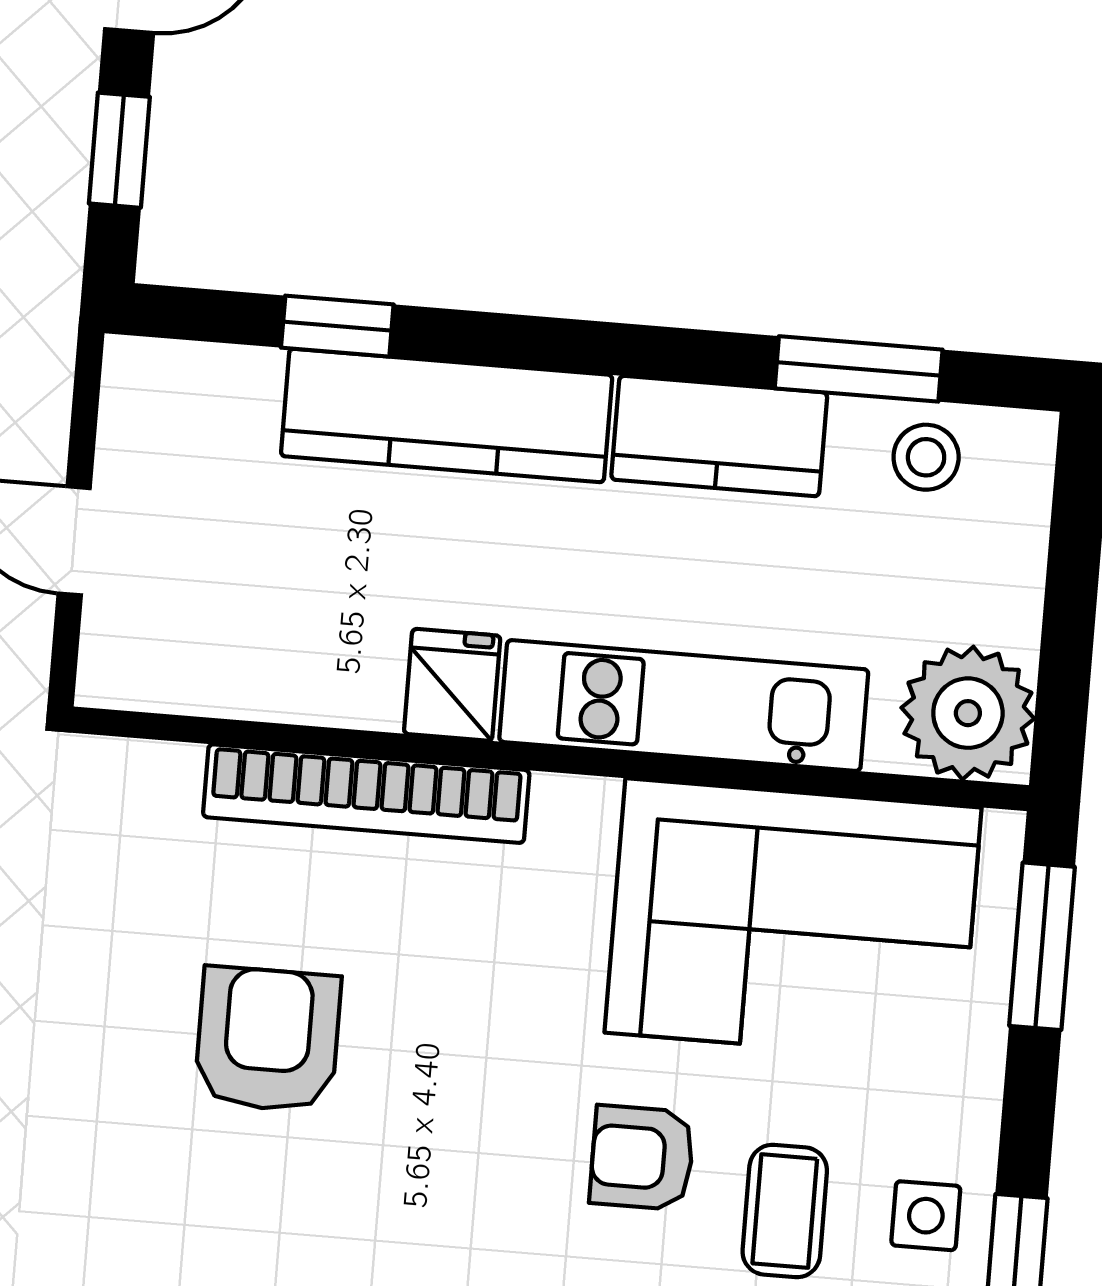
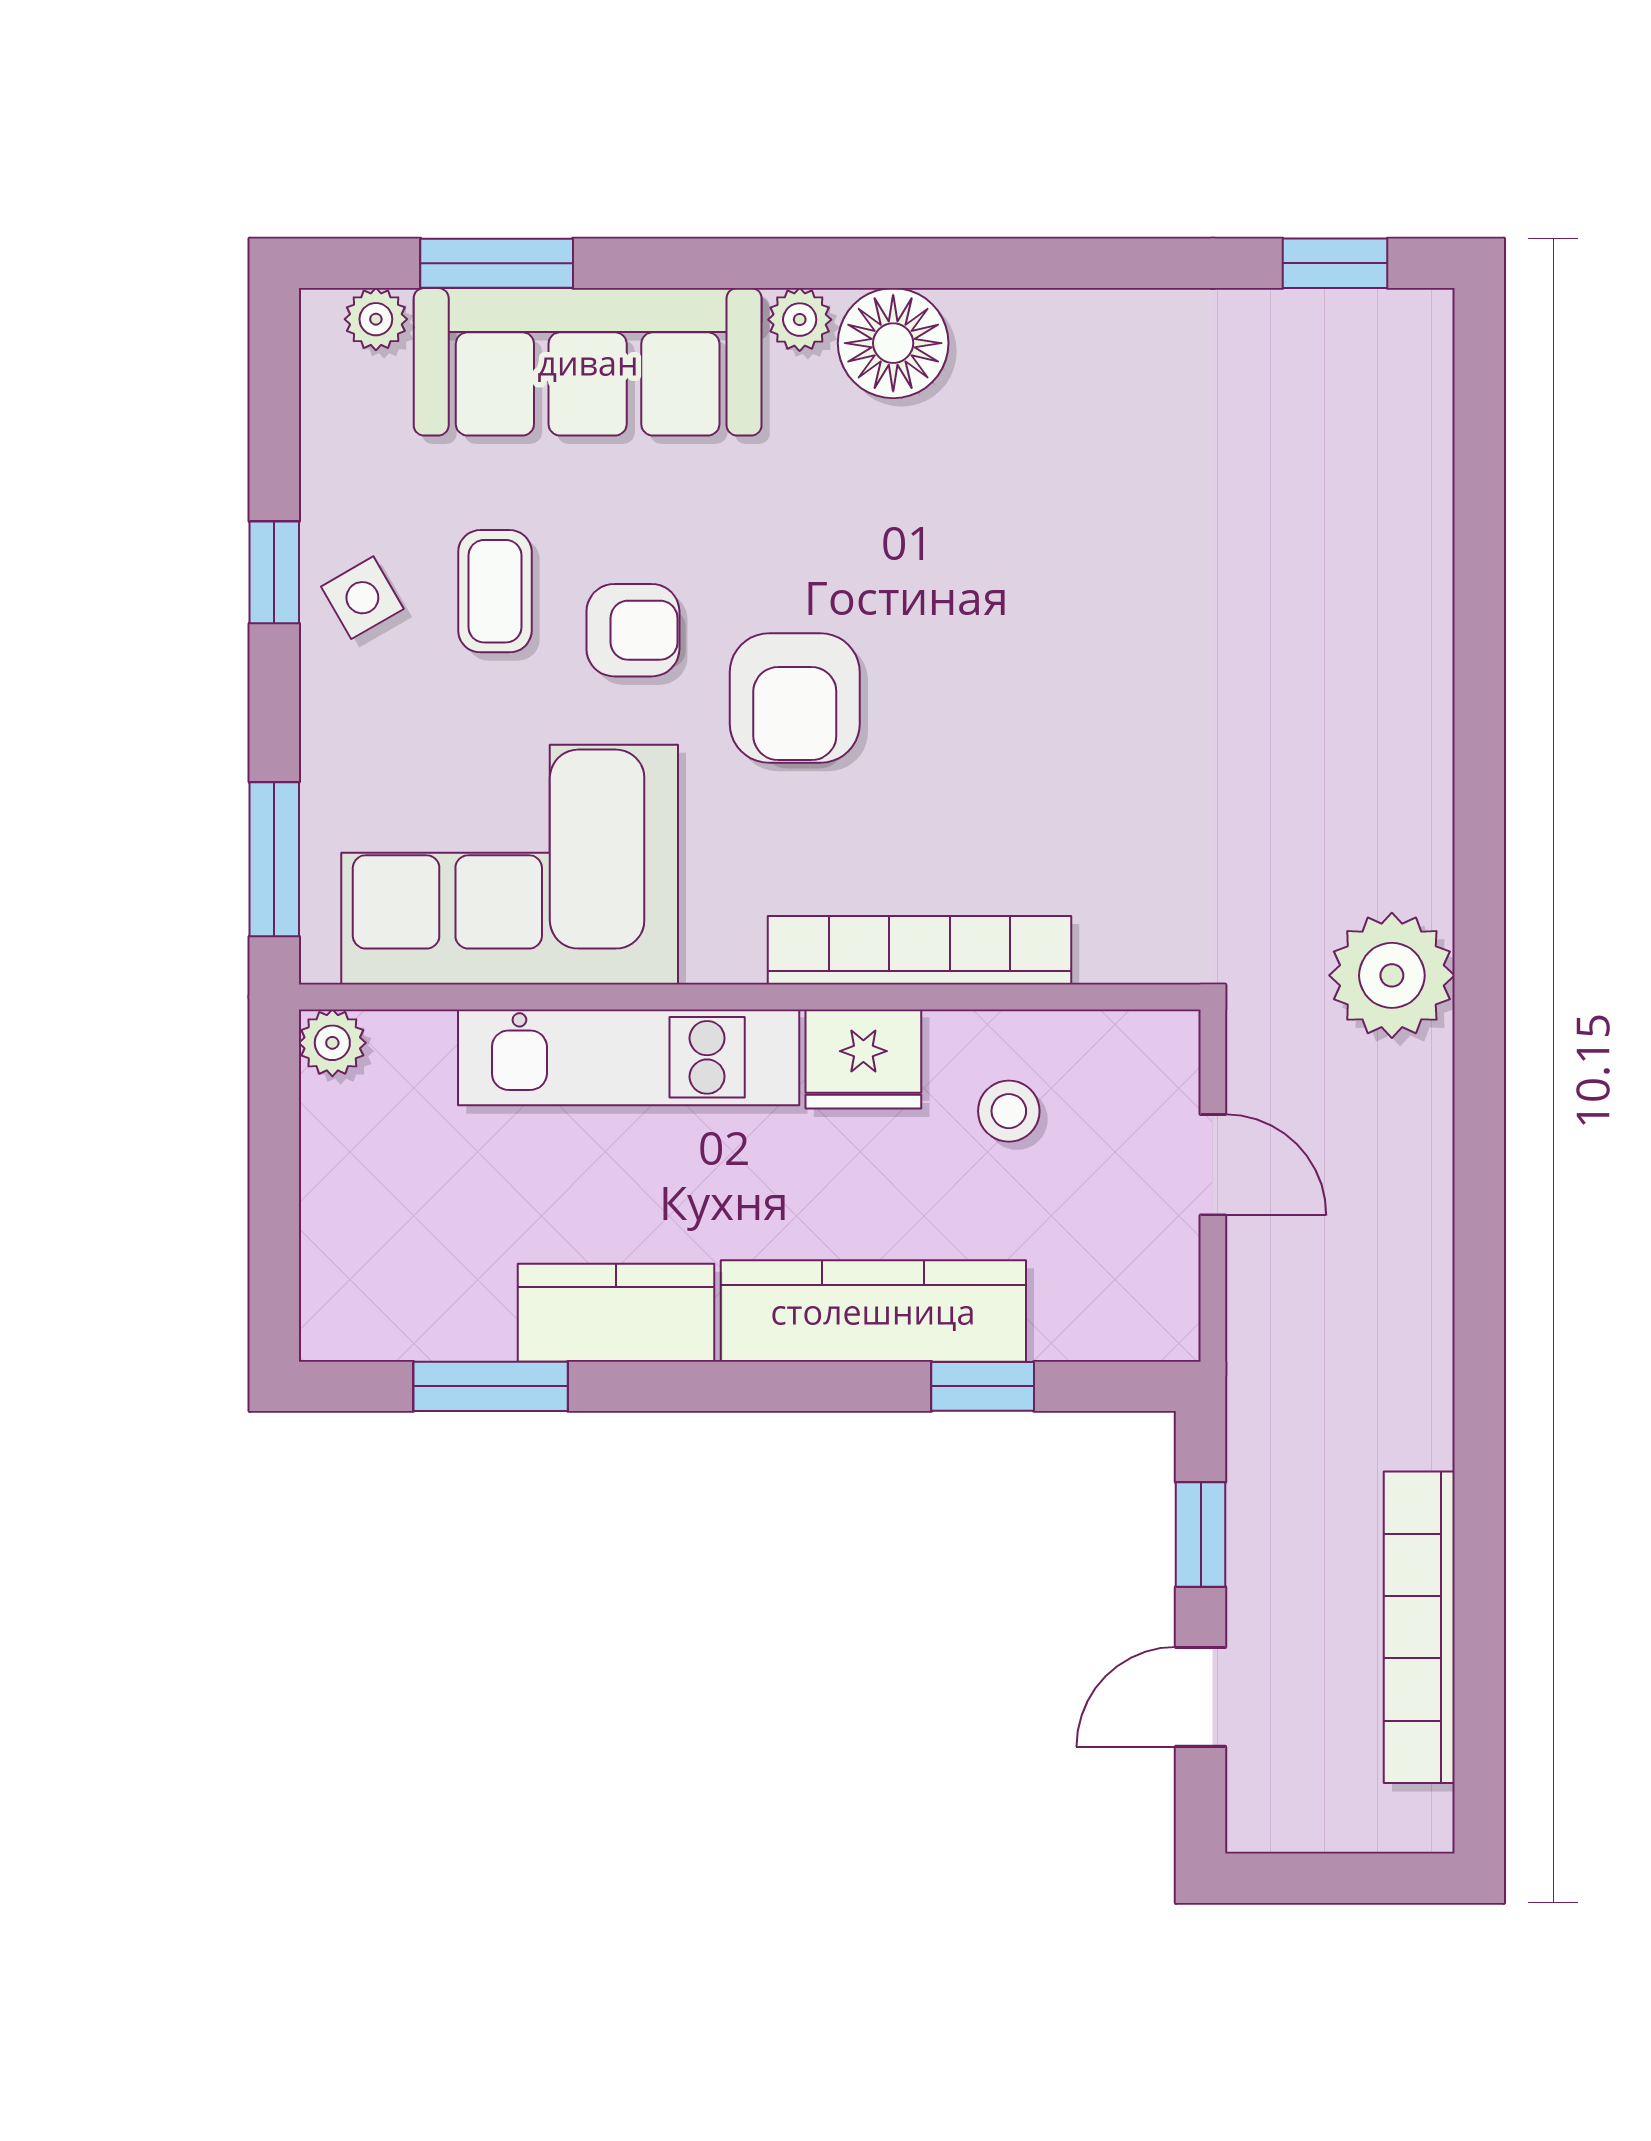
stool: (926, 457) -> (1009, 1111), moved
fridge: (452, 685) -> (863, 1059), width x1.38
plant: (968, 713) -> (332, 1043), width x0.53, depth x0.53
armchair: (268, 1039) -> (795, 698), moved
side table: (926, 1216) -> (362, 598), turned -30

